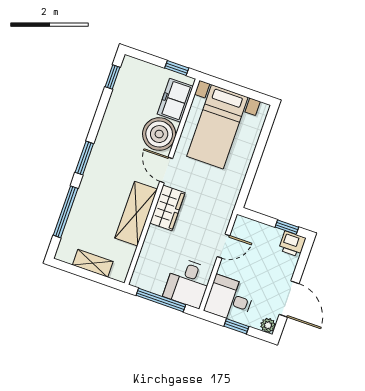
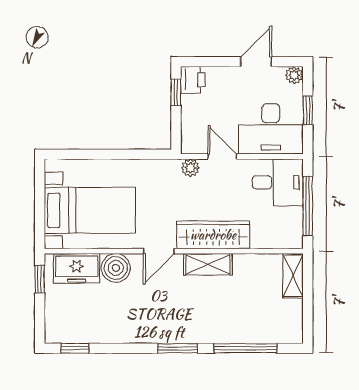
boiler: (159, 134) -> (116, 268), width x0.73, depth x0.73
wardrobe: (167, 208) -> (213, 235), width x1.50
shelving: (136, 214) -> (208, 264), width x0.67, depth x0.75
plant: (223, 218) -> (190, 168), added
shelving: (93, 263) -> (293, 276), moved
desk: (230, 299) -> (271, 129), width x1.37
door: (289, 299) -> (256, 62), width x0.73

